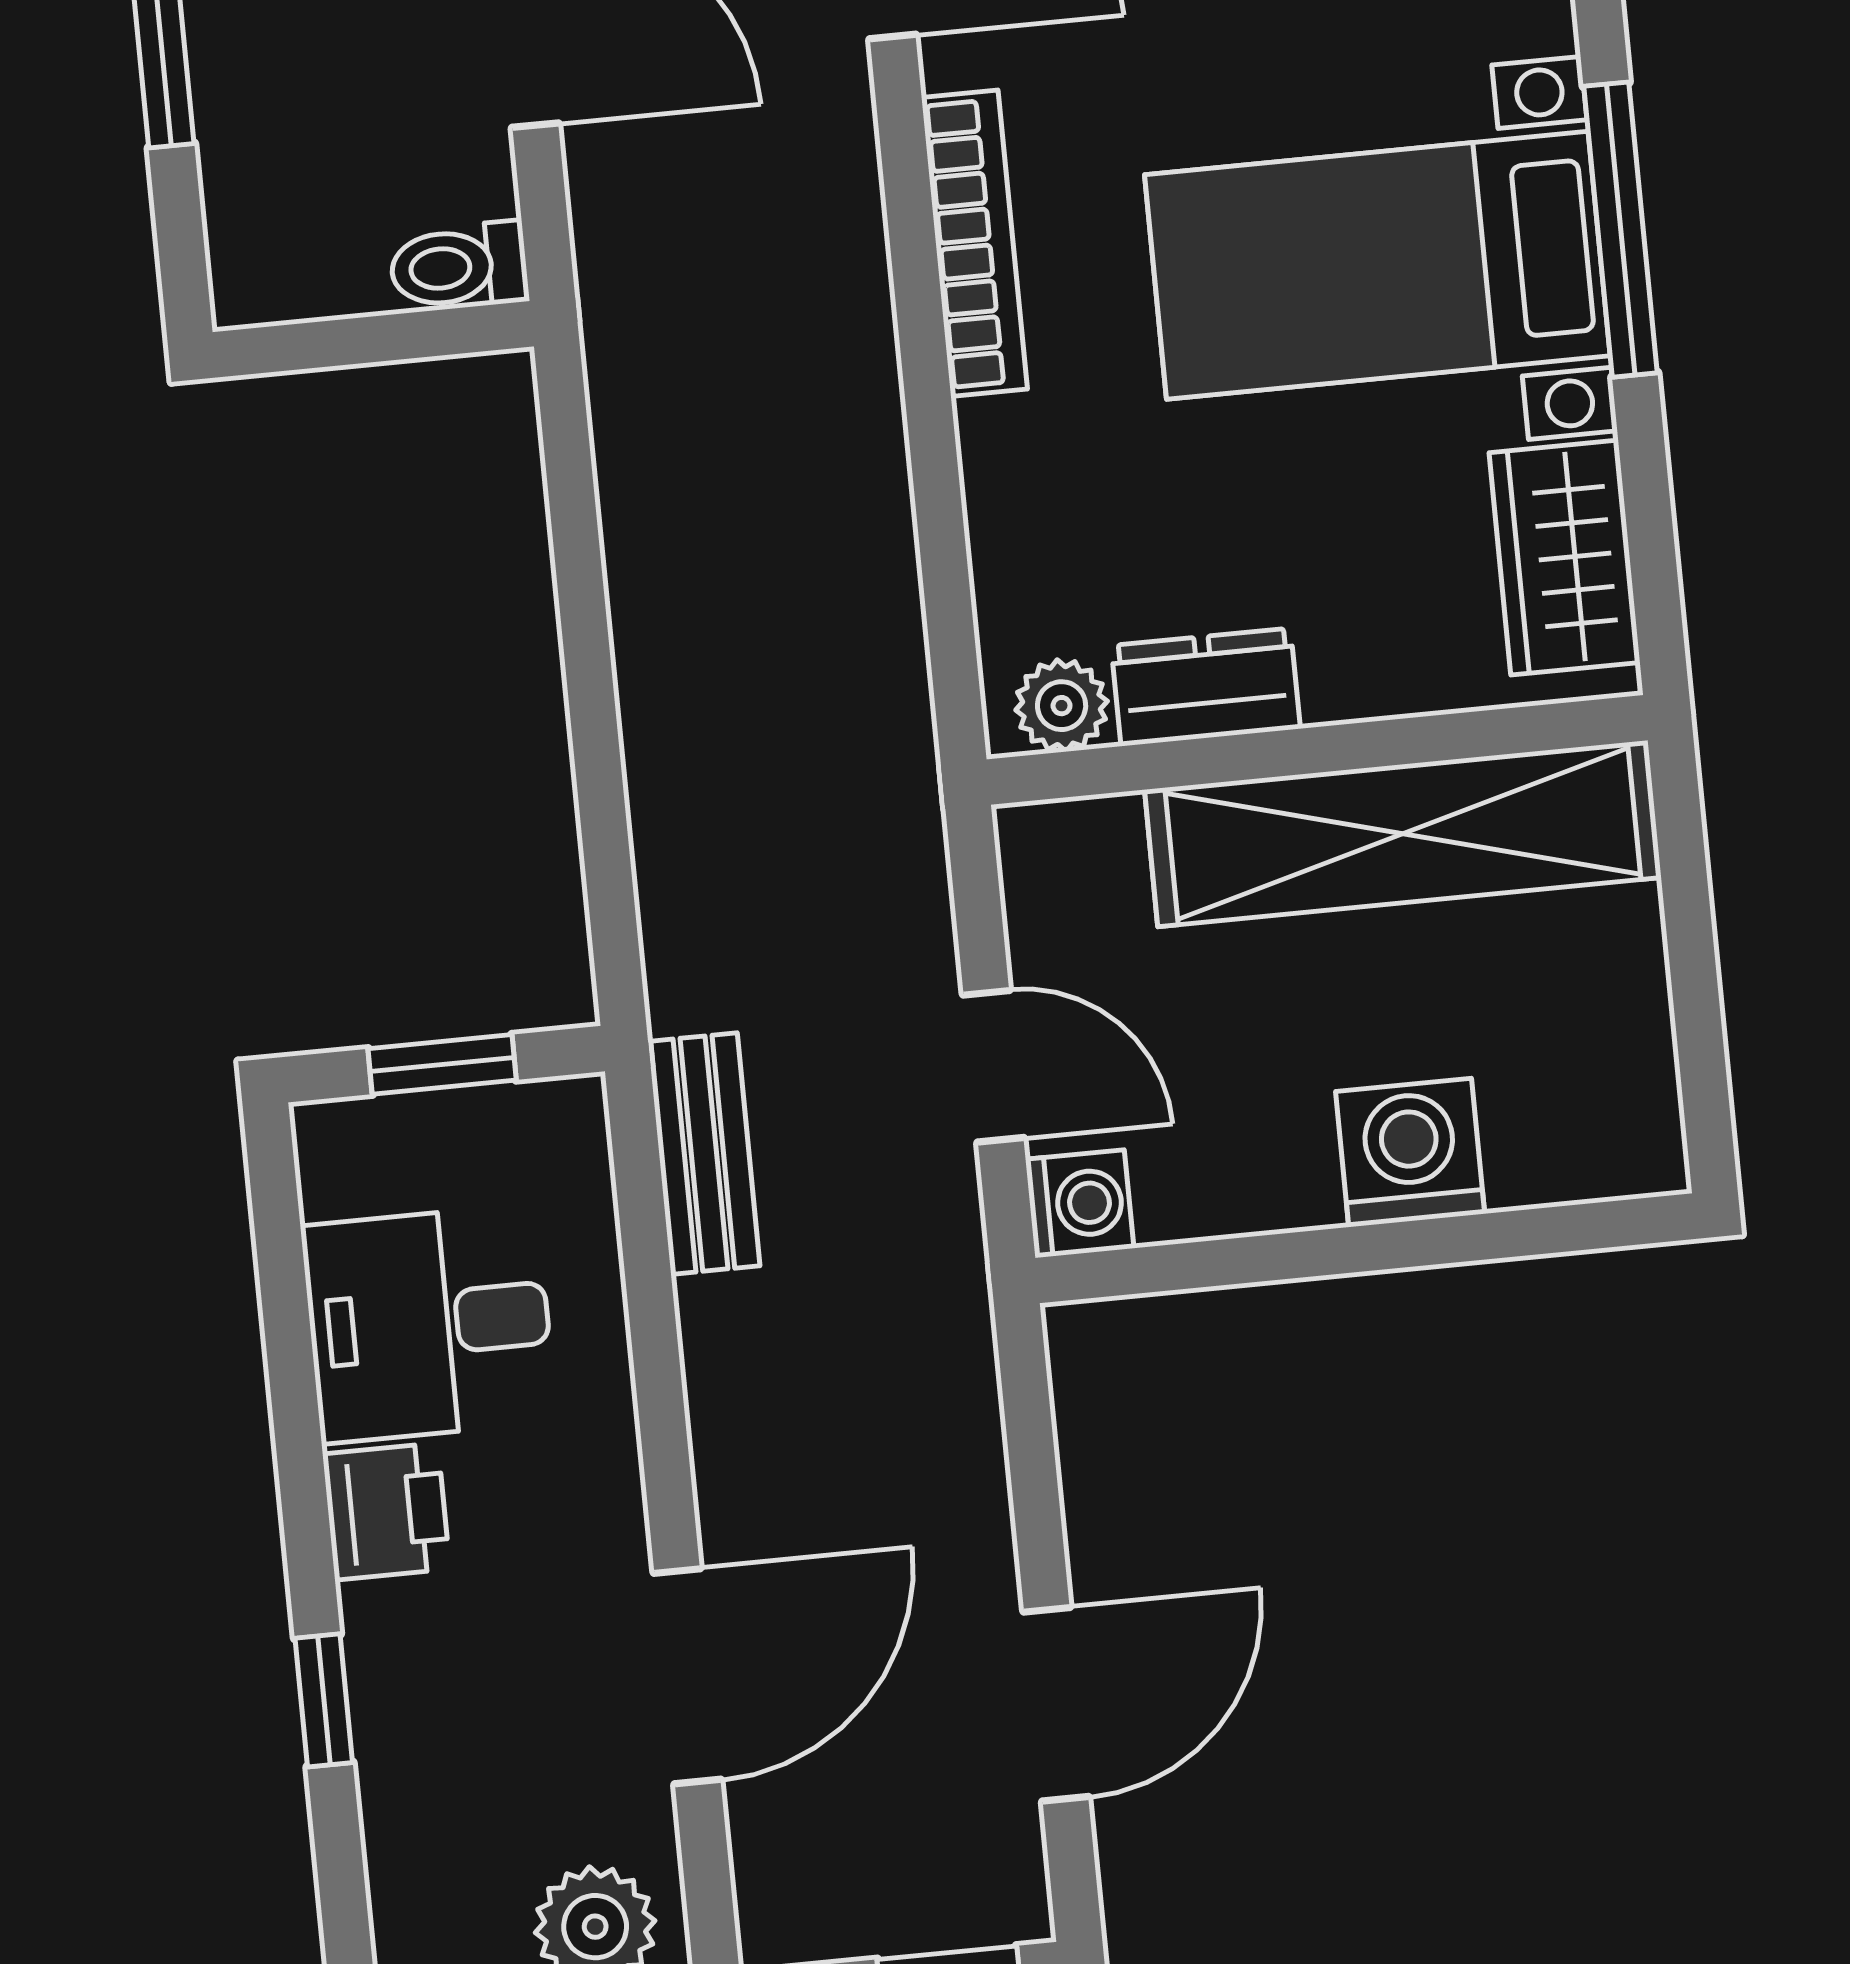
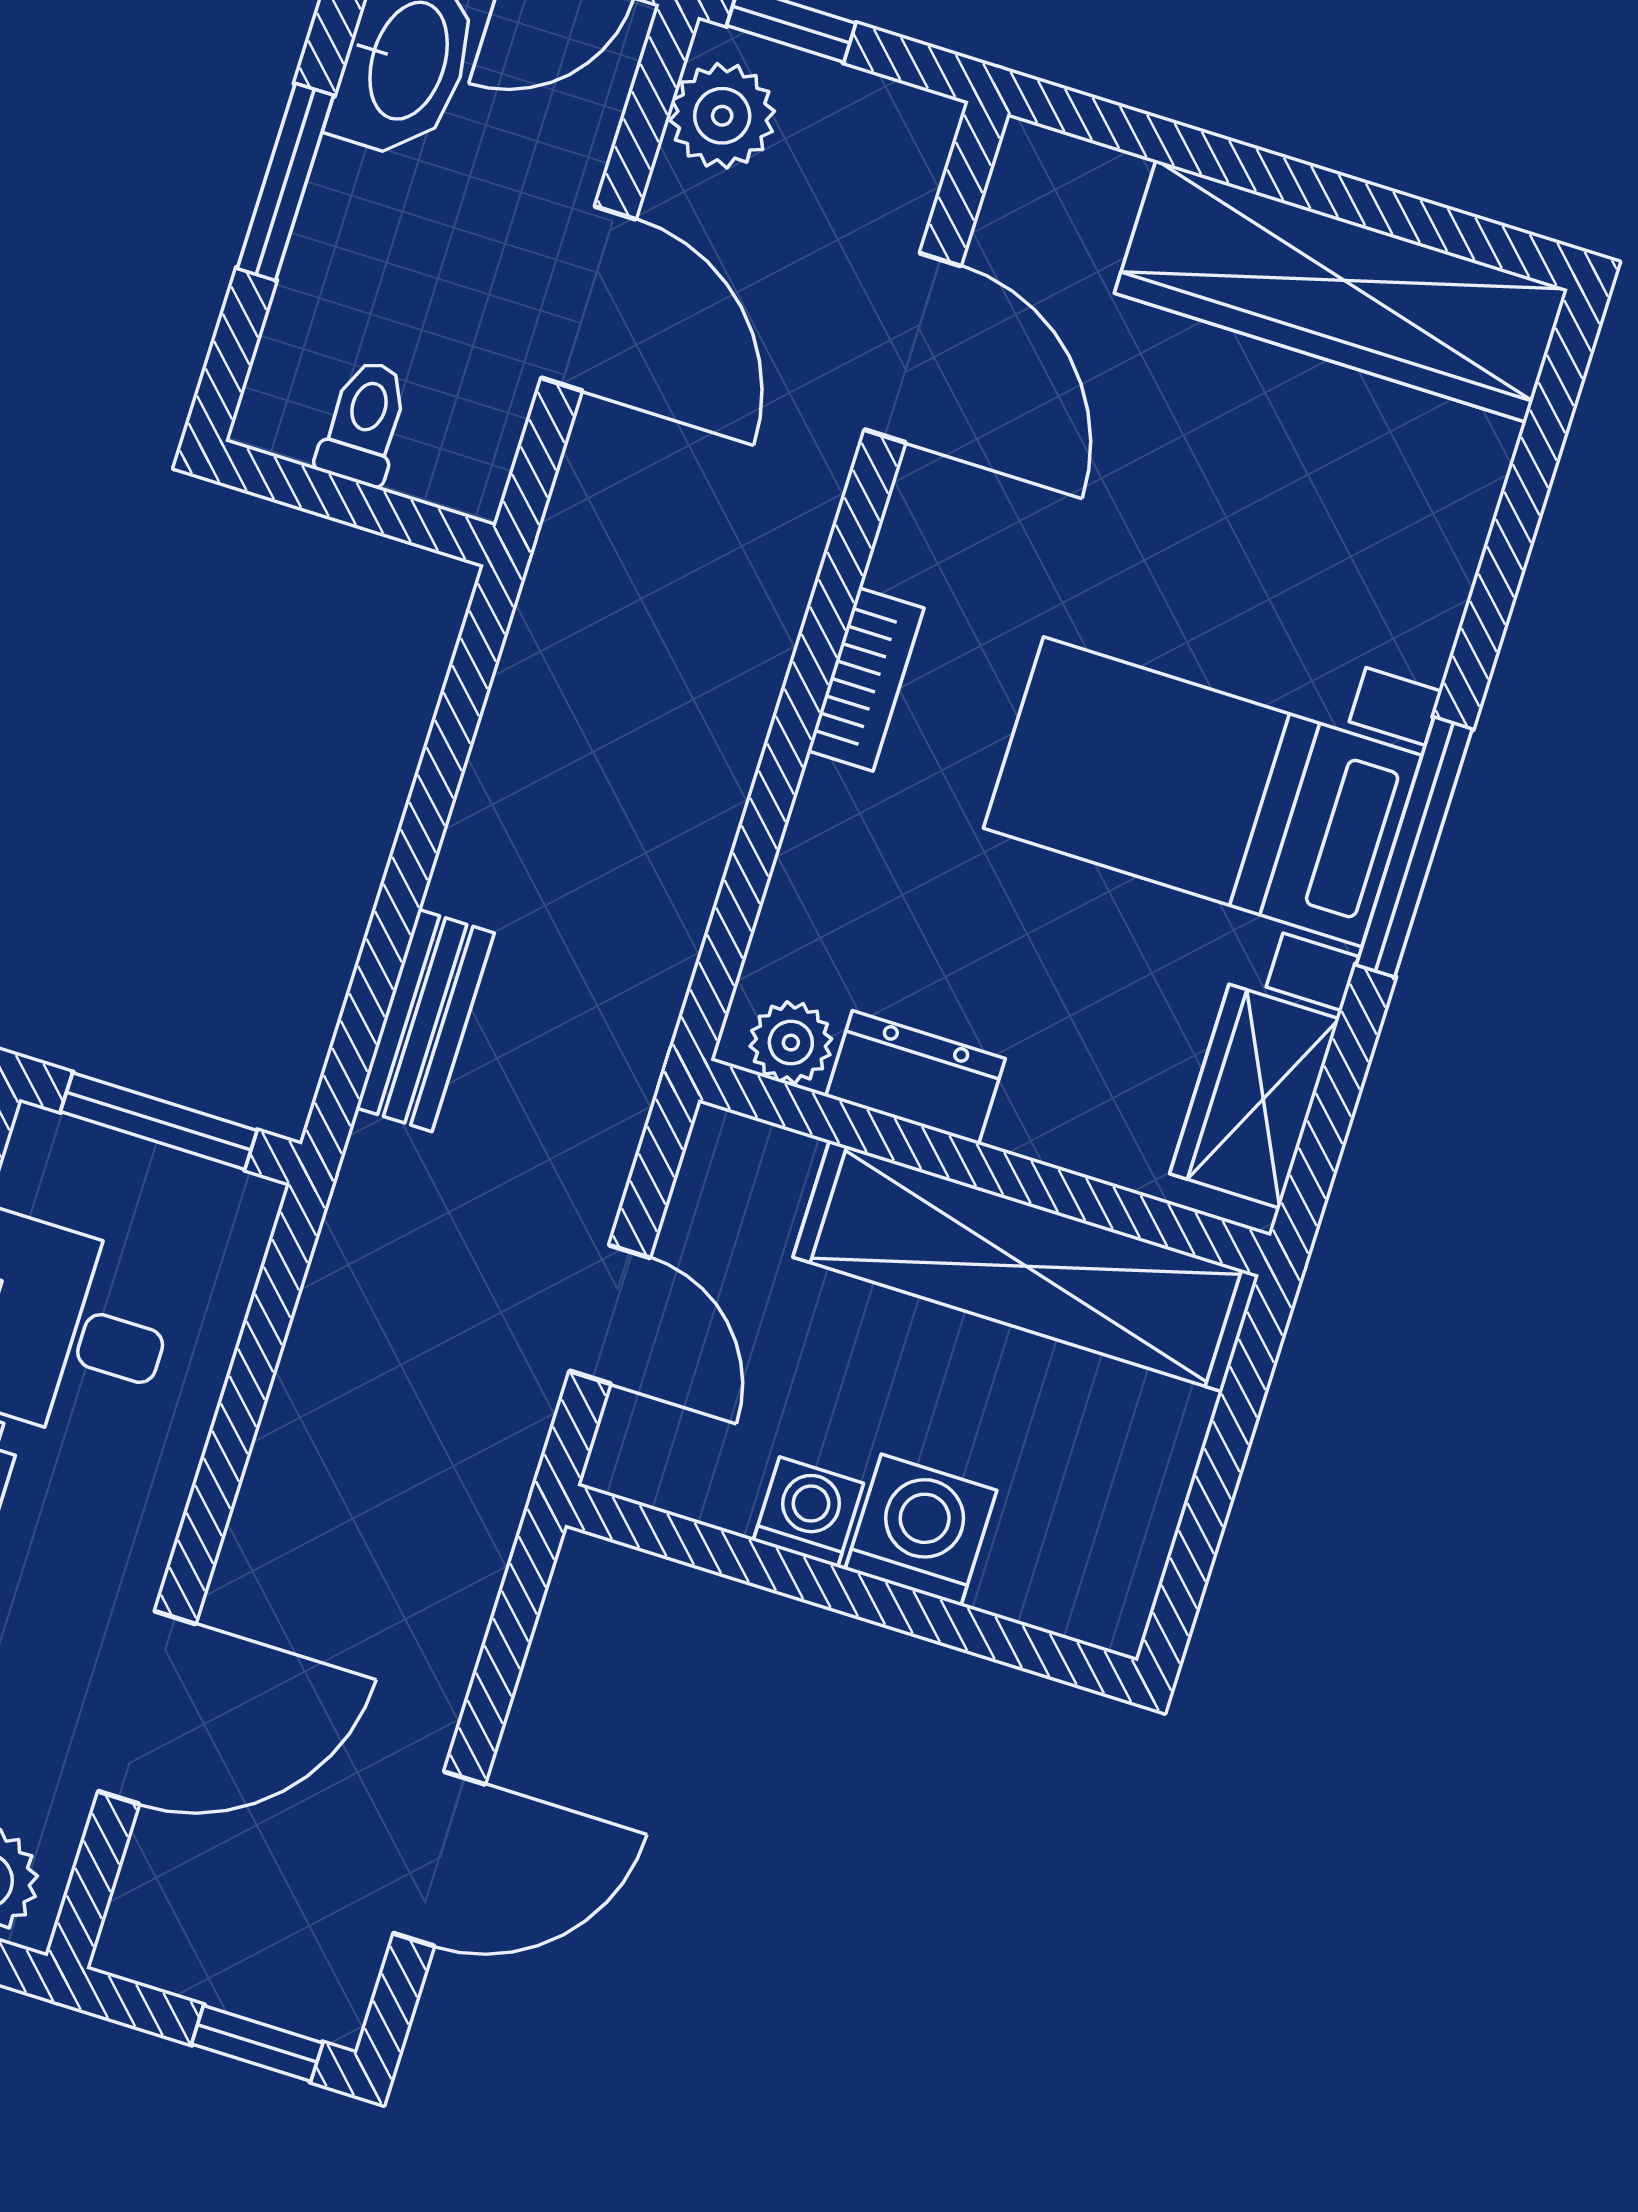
bookcase: (974, 243) -> (866, 679), width x0.64
toilet: (459, 267) -> (364, 422), moved, turned 90
window: (442, 1064) -> (159, 1121), width x1.50
bench: (704, 1154) -> (425, 1020), moved
washing machine: (1080, 1204) -> (808, 1512), moved, turned -90

